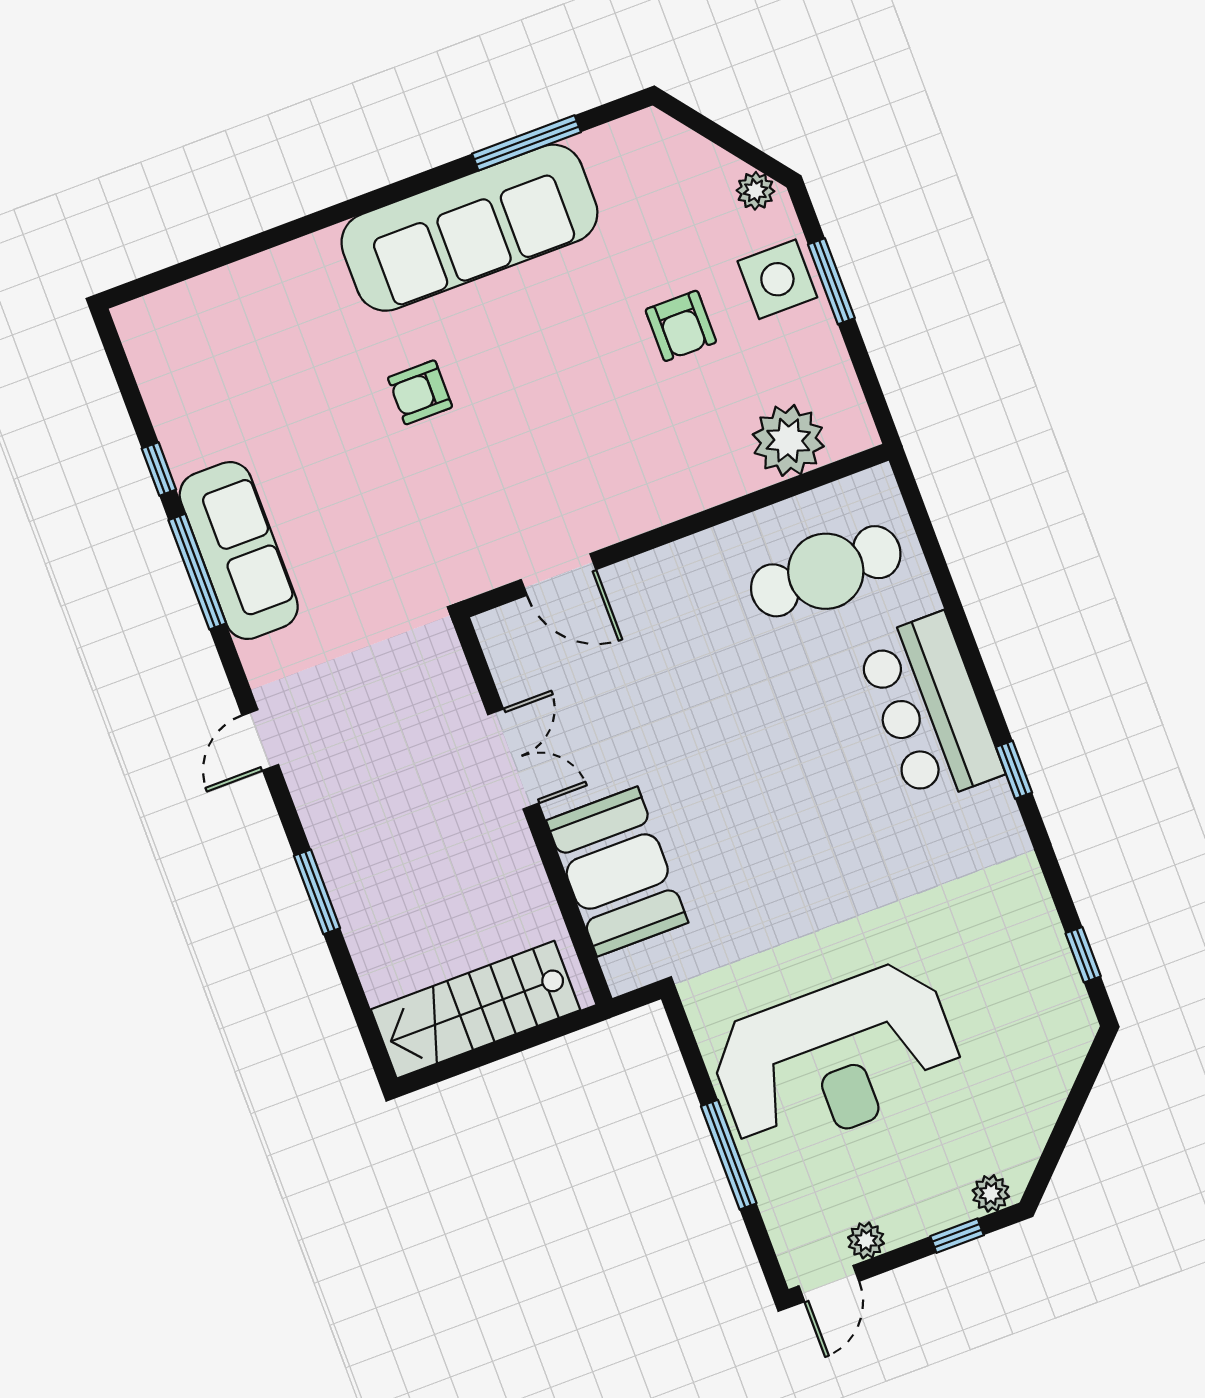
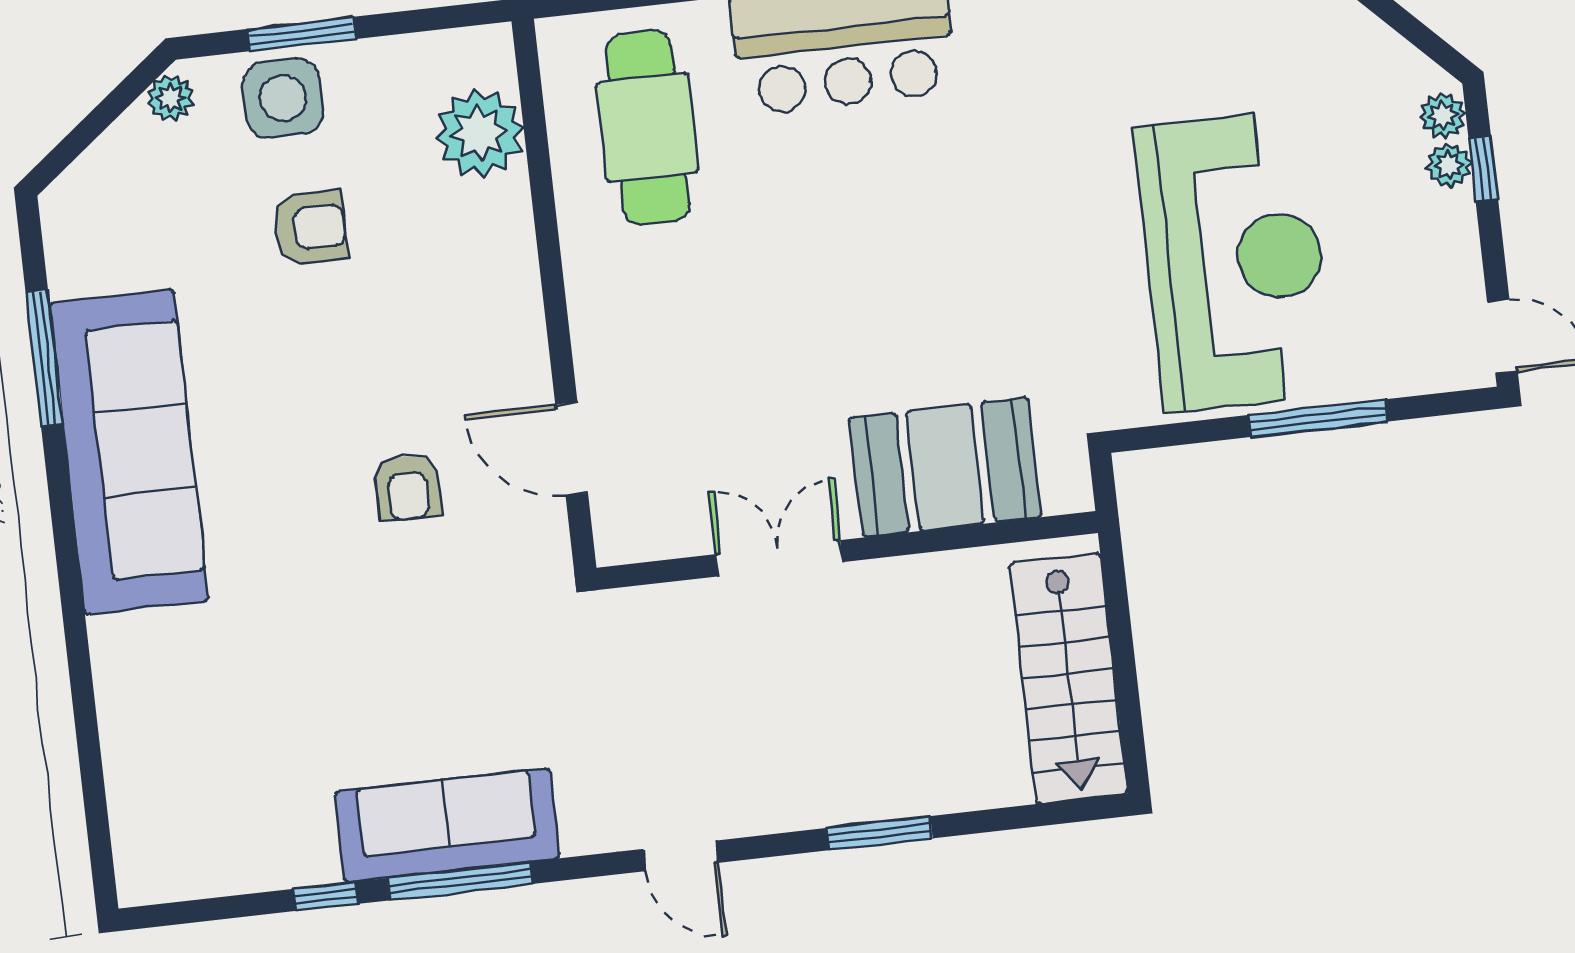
armchair: (420, 392) -> (408, 487), moved
door: (559, 575) -> (572, 449), swing flipped
plant: (866, 1240) -> (1449, 165), moved

